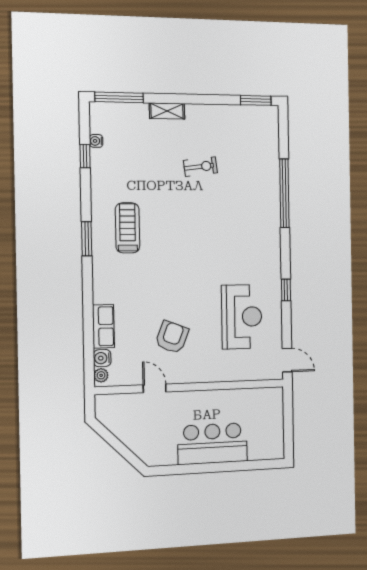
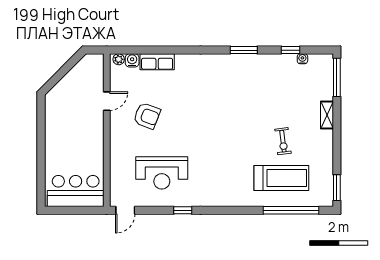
window: (284, 193) -> (291, 210), moved
treadmill: (127, 228) -> (281, 178), moved, width x1.37, depth x1.38
window: (87, 239) -> (244, 50), moved
bar counter: (213, 444) -> (76, 191), moved, turned -90

